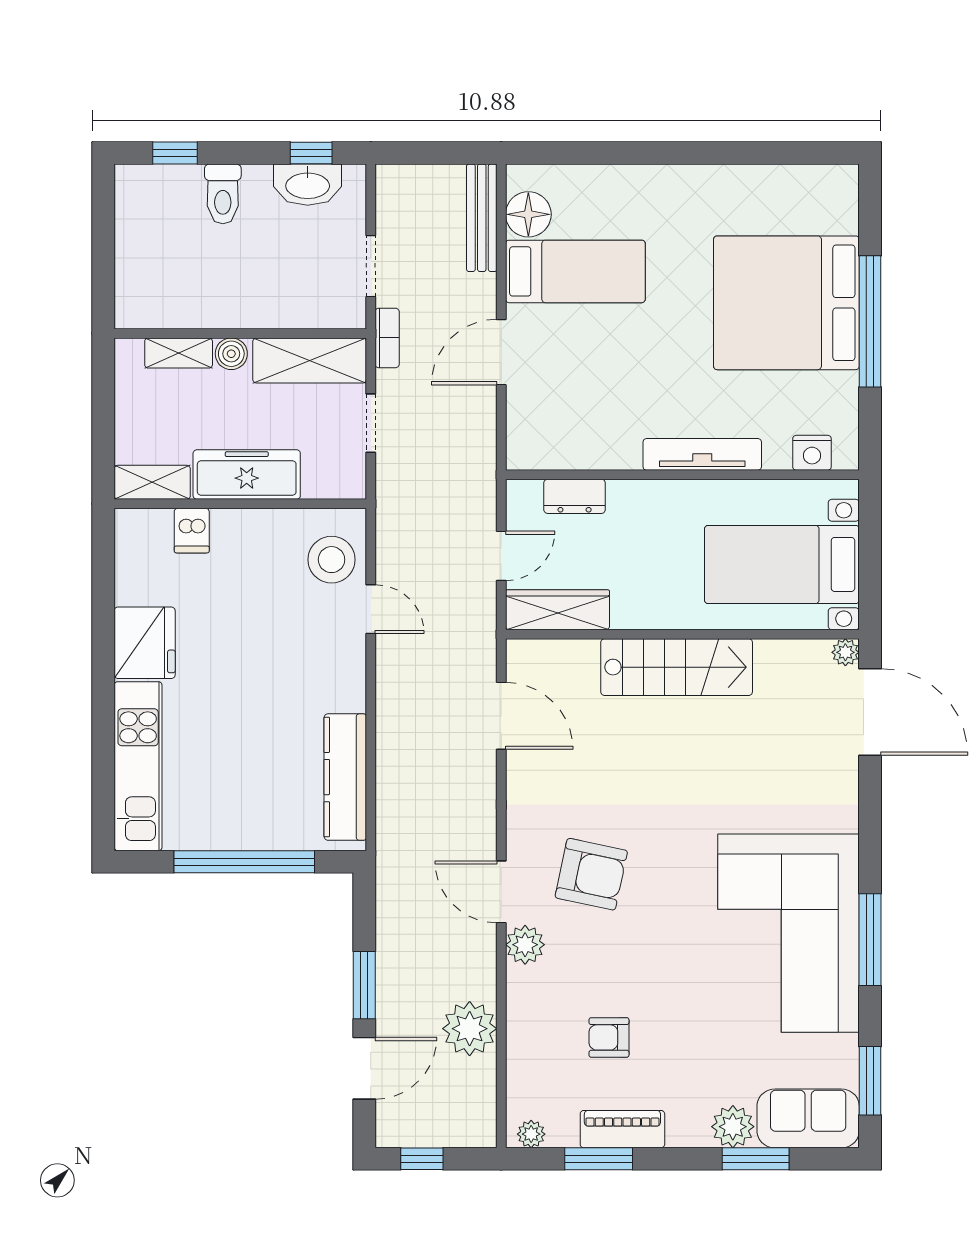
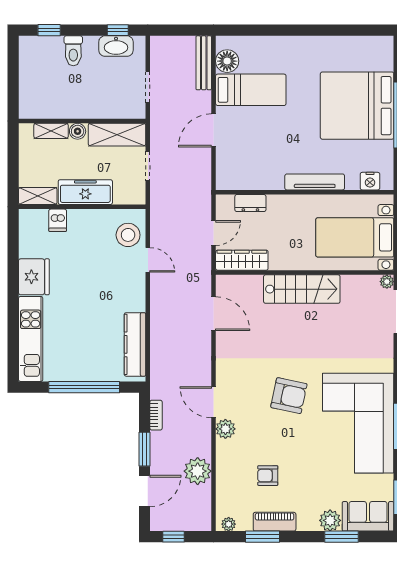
bookcase: (387, 338) -> (156, 415), moved
armchair: (591, 874) -> (289, 396), moved

